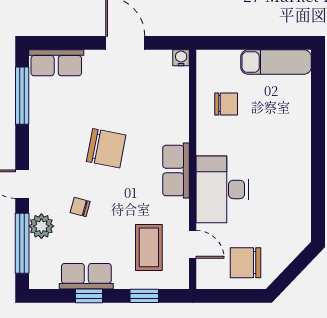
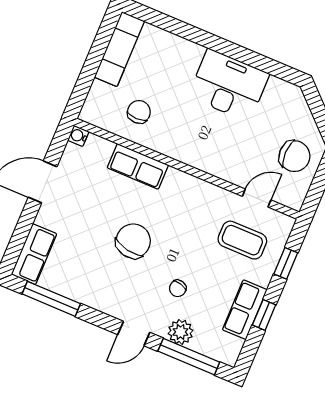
row of seats: (176, 171) -> (138, 166), moved
desk: (222, 189) -> (229, 85), moved, turned 180
chair: (245, 263) -> (294, 156), turned -90

